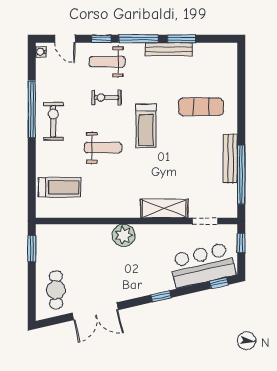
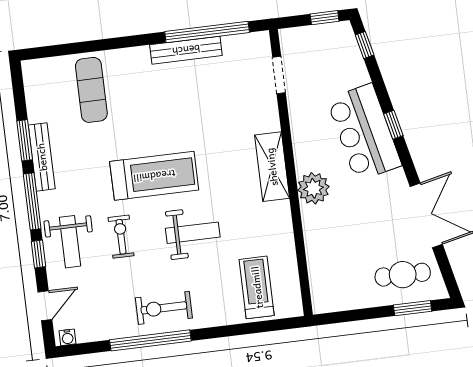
exercise bike: (106, 98) -> (121, 237), turned 180
exercise mat: (201, 107) -> (91, 90), moved
treadmill: (146, 126) -> (154, 176), width x1.37, depth x1.38
weight bench: (103, 148) -> (193, 233), turned 90
shelving: (164, 208) -> (272, 167), moved
window: (241, 243) -> (325, 18), moved
window: (32, 249) -> (413, 308), moved
bar counter: (203, 265) -> (364, 132), moved

